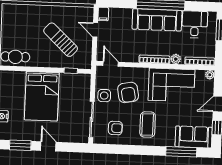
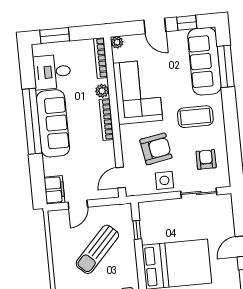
filing cabinet: (103, 14) -> (54, 190), width x2.00
sliding door: (92, 119) -> (199, 193), width x0.73
sofa: (194, 137) -> (204, 61), width x1.36

